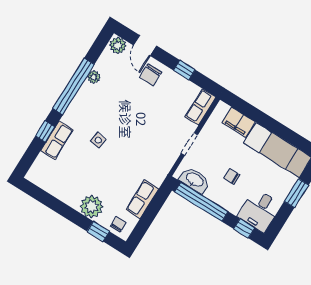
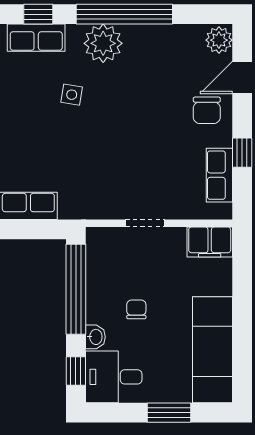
chair: (151, 75) -> (207, 110), turned -90
plant: (94, 77) -> (103, 43), moved, width x1.88, depth x1.88
row of seats: (200, 107) -> (219, 175), moved, turned -90
filing cabinet: (239, 122) -> (210, 242), moved, turned -90
washbasin: (195, 180) -> (95, 337), moved, width x0.52, depth x0.69

